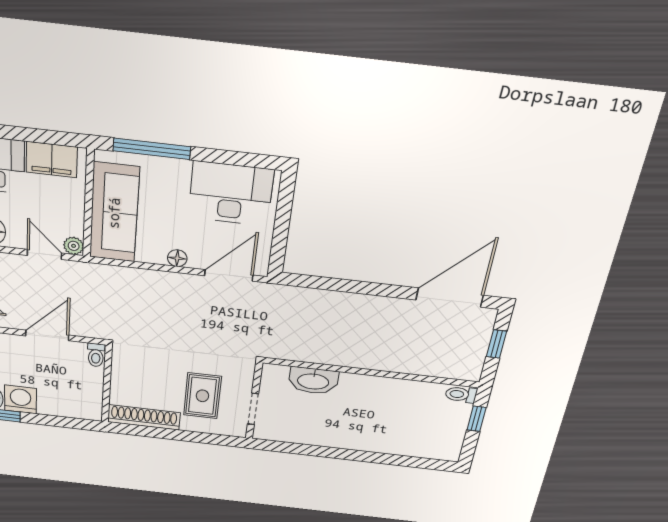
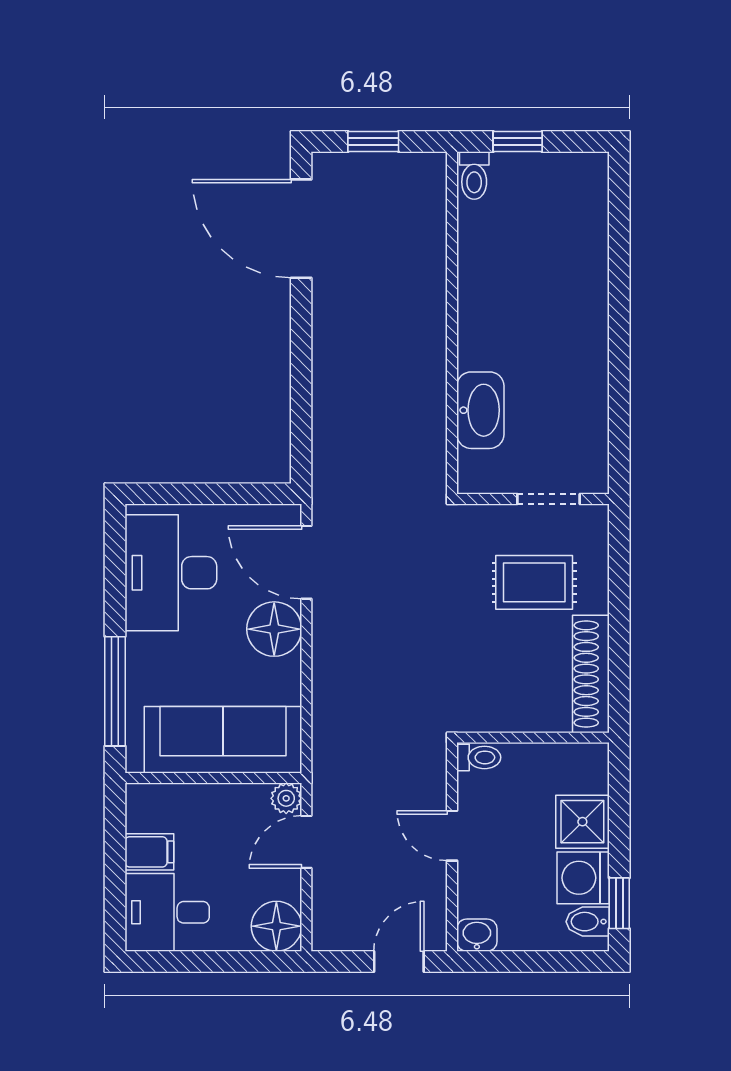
filing cabinet: (52, 160) -> (149, 852), width x0.50
floor lamp: (177, 258) -> (274, 629), width x1.89, depth x1.89
door: (47, 335) -> (452, 836), width x0.73
shower: (55, 403) -> (582, 822), added

